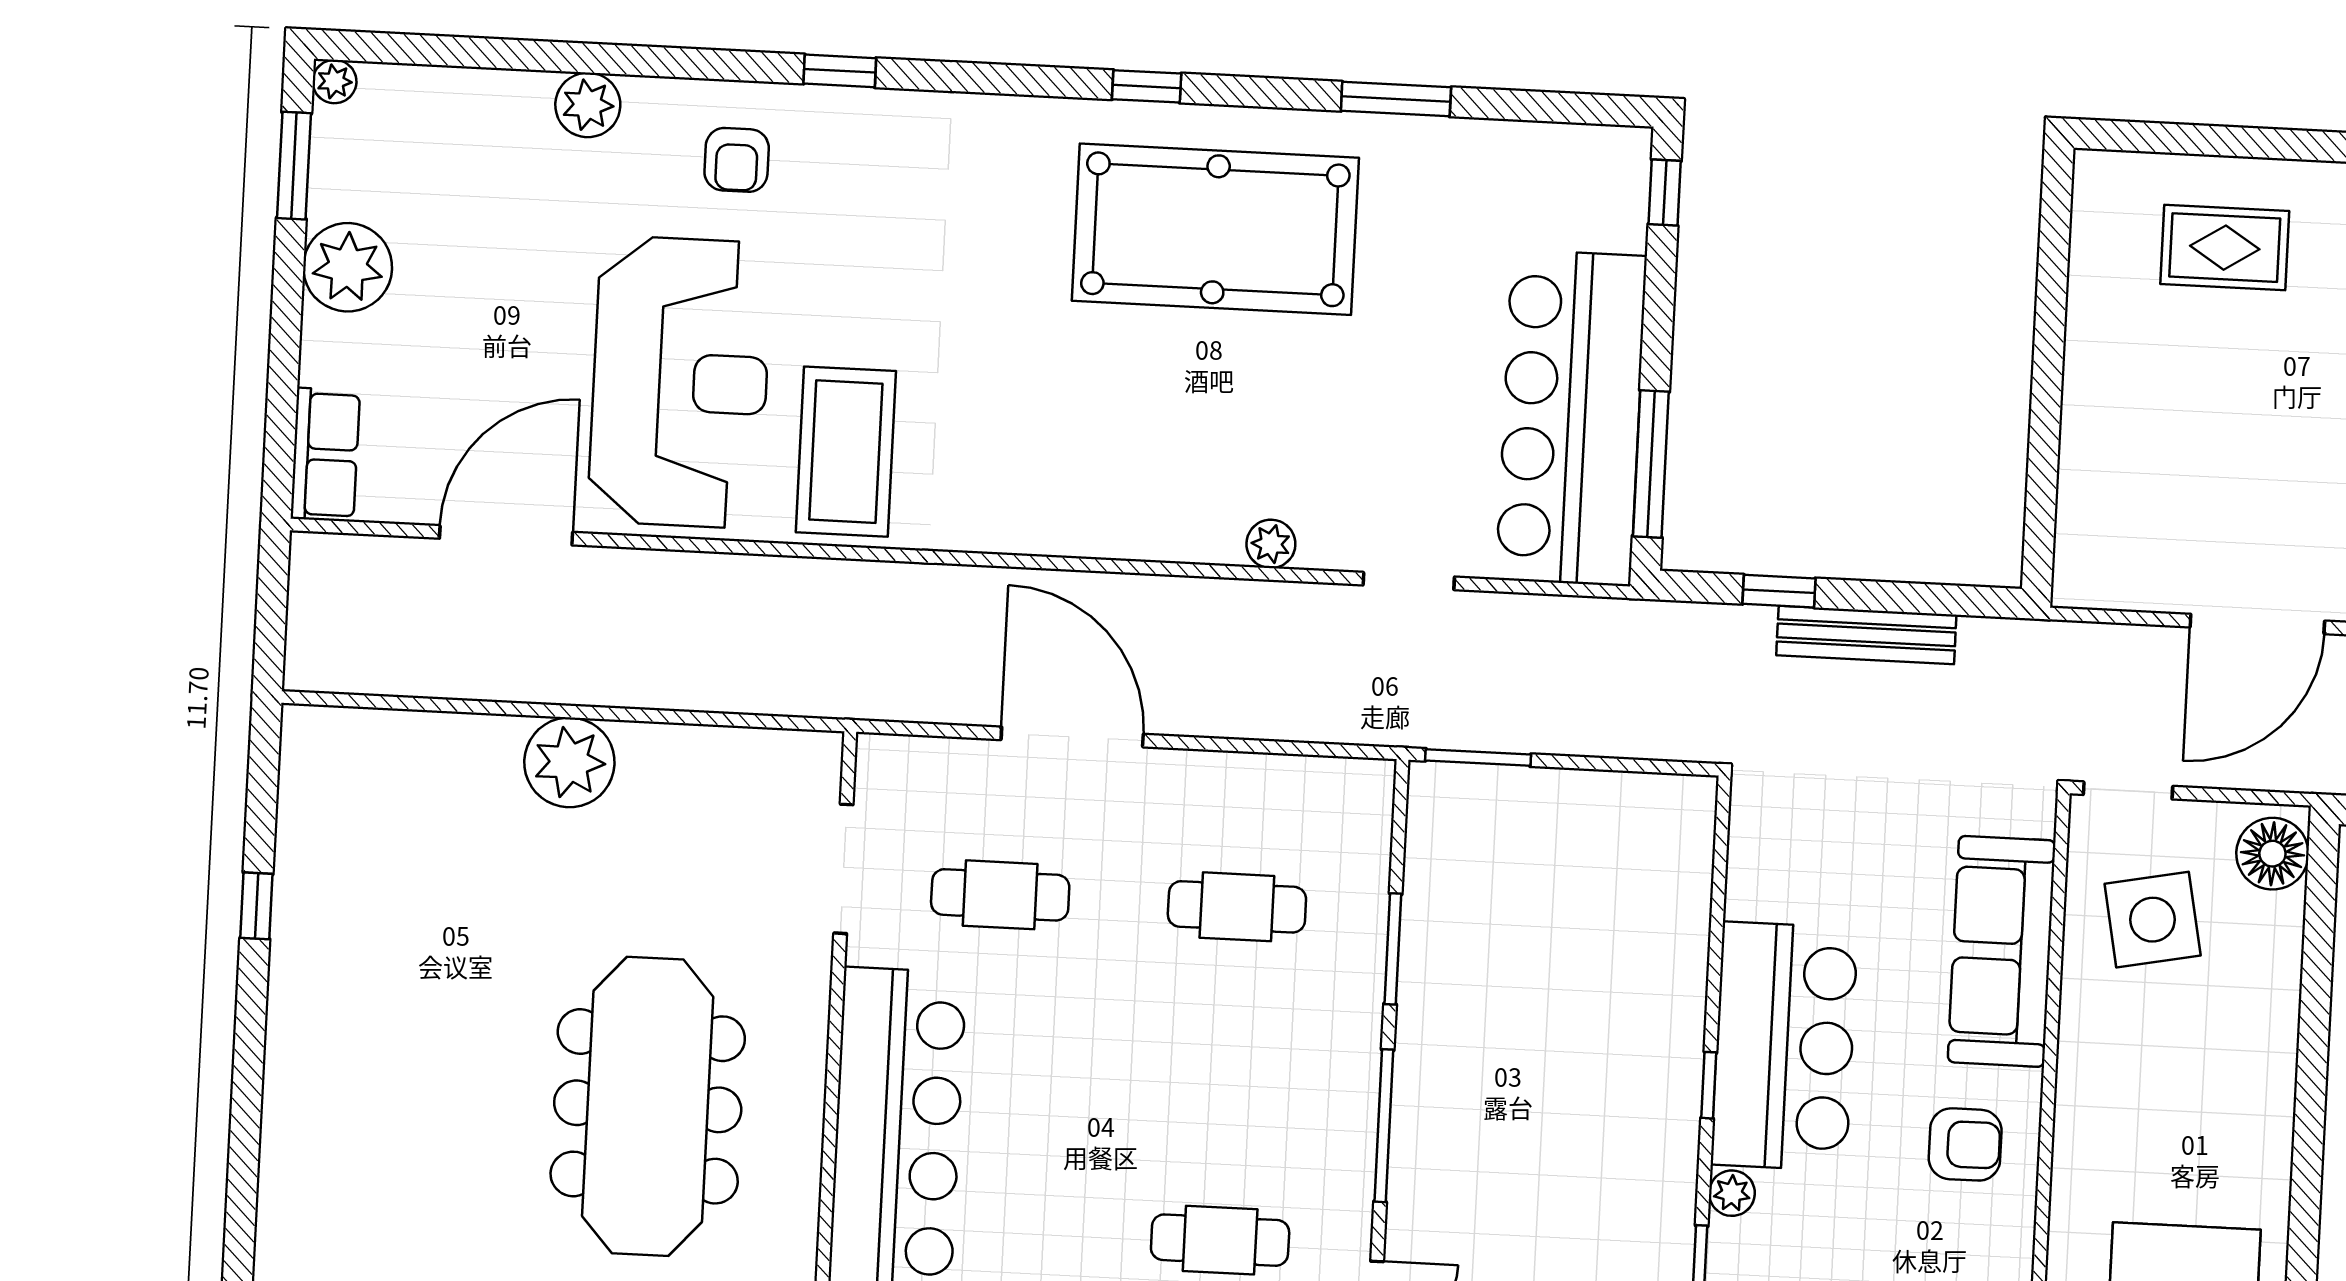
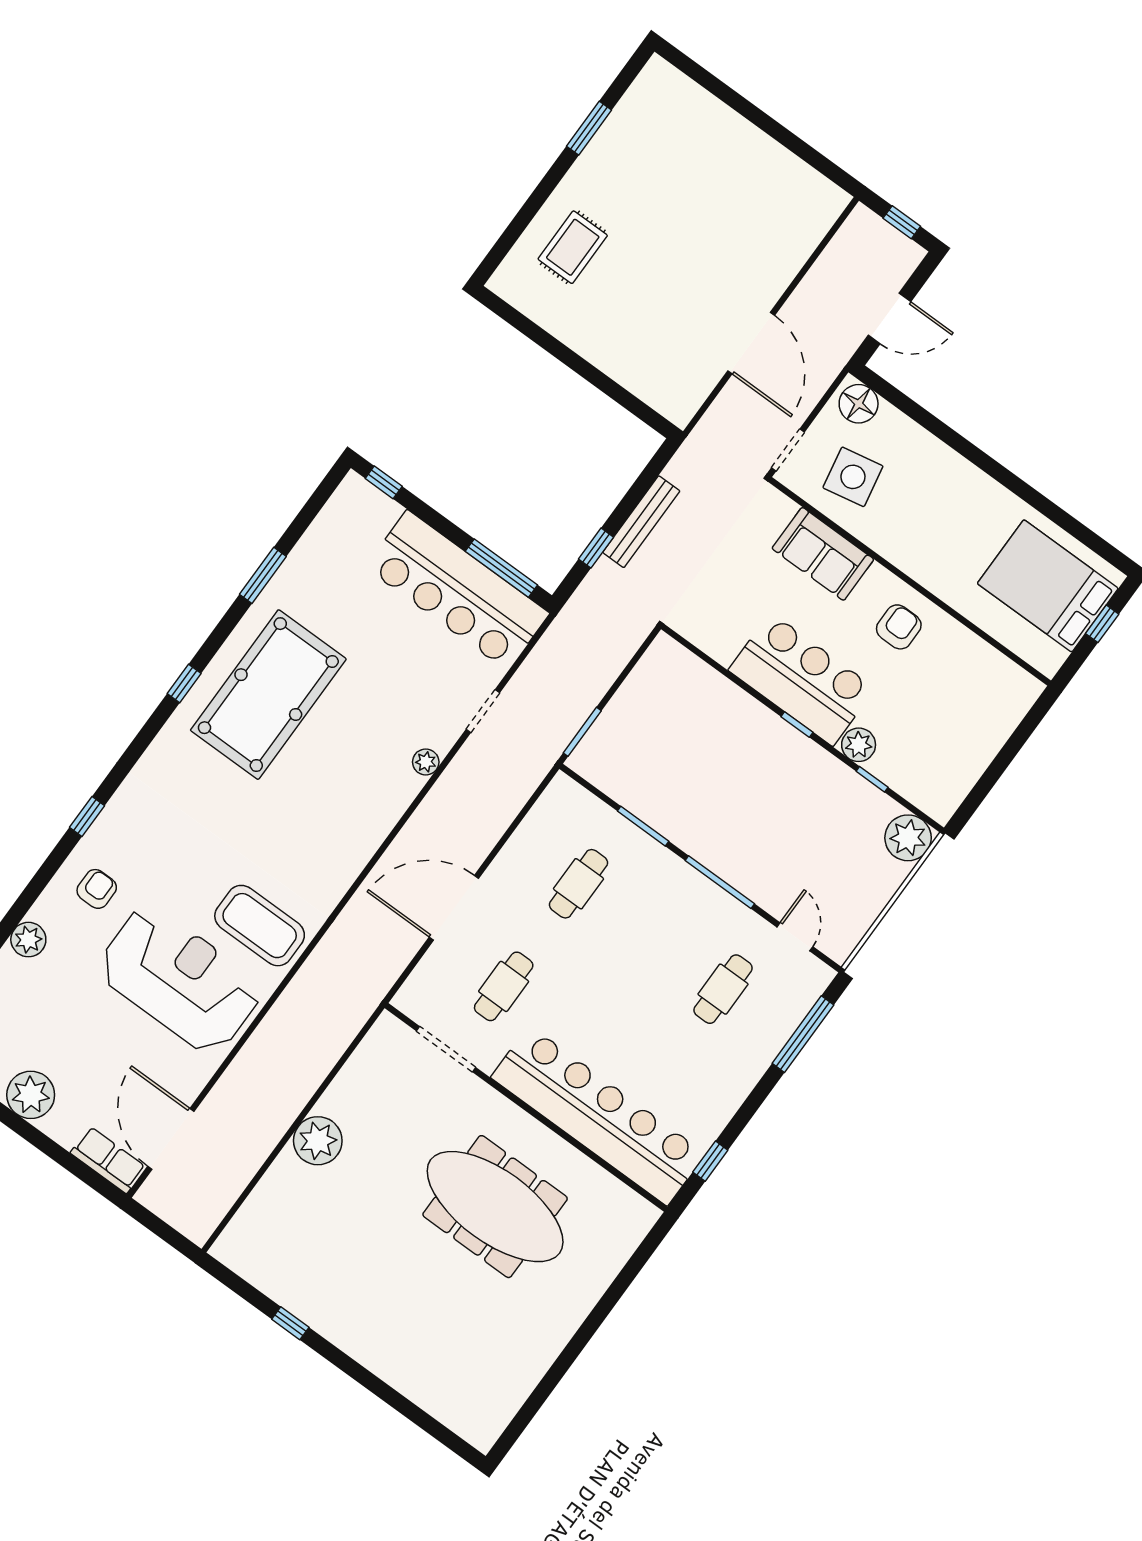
armchair: (737, 160) -> (97, 889), turned -90
door: (506, 535) -> (171, 1139), moved
sofa: (2002, 951) -> (823, 554), width x0.73
plant: (1732, 1193) -> (859, 745), width x1.38, depth x1.38

